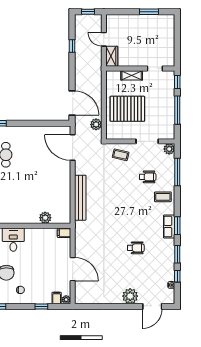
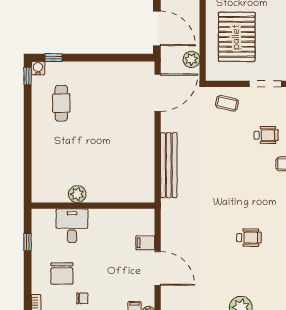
pallet: (127, 109) -> (237, 37), turned 90
door: (73, 147) -> (158, 93), swing flipped
plant: (45, 218) -> (77, 194), moved
filing cabinet: (64, 233) -> (145, 243), moved

